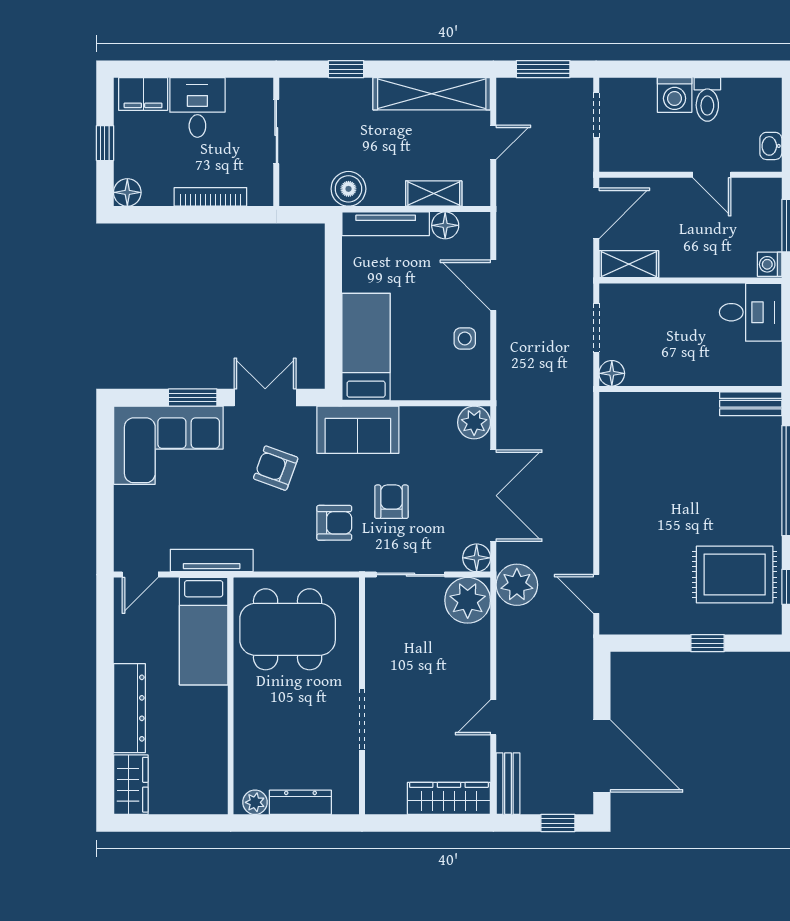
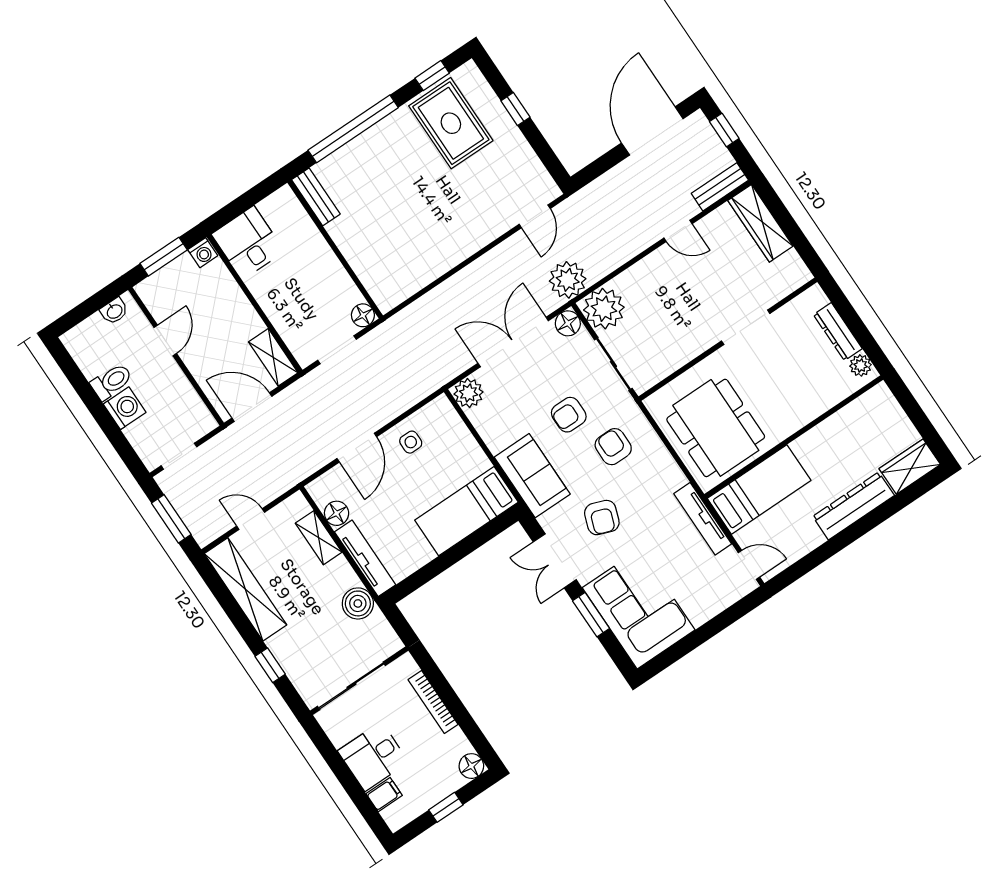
filing cabinet: (143, 94) -> (384, 795), width x0.50
sliding door: (276, 132) -> (351, 686), width x1.37

